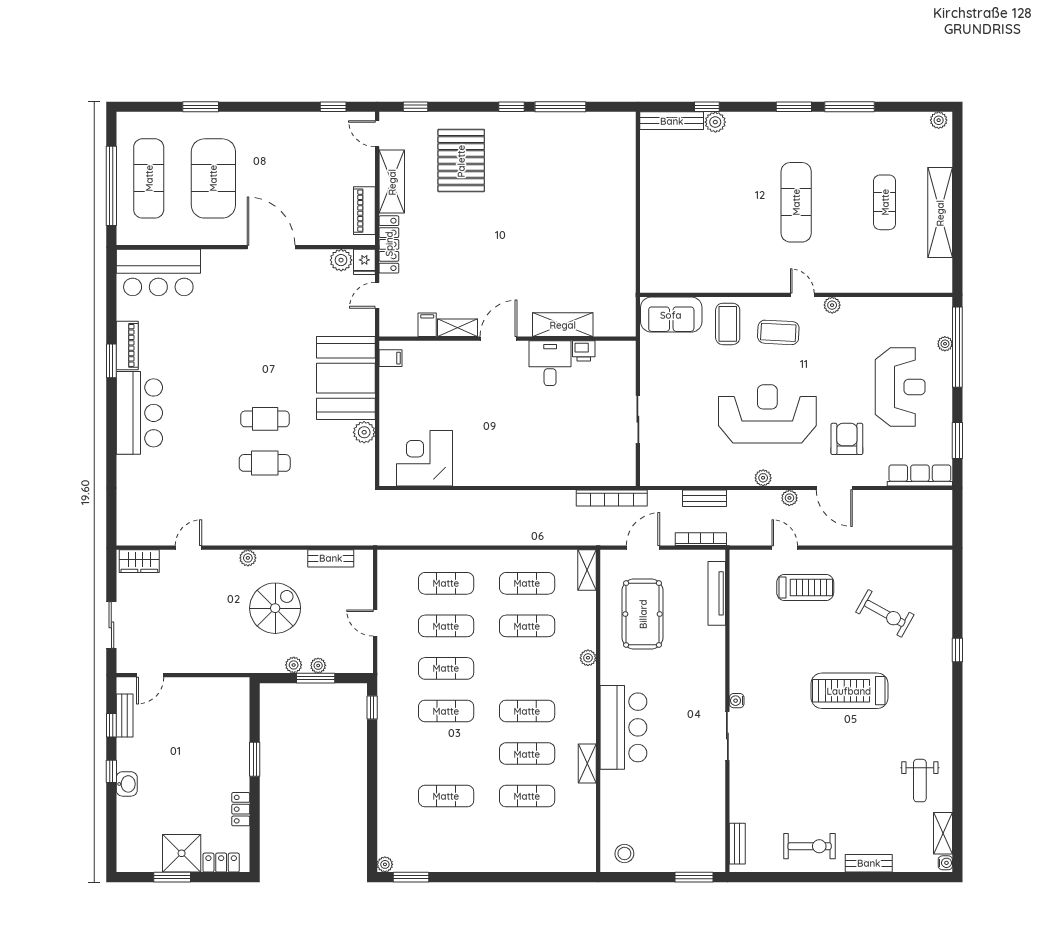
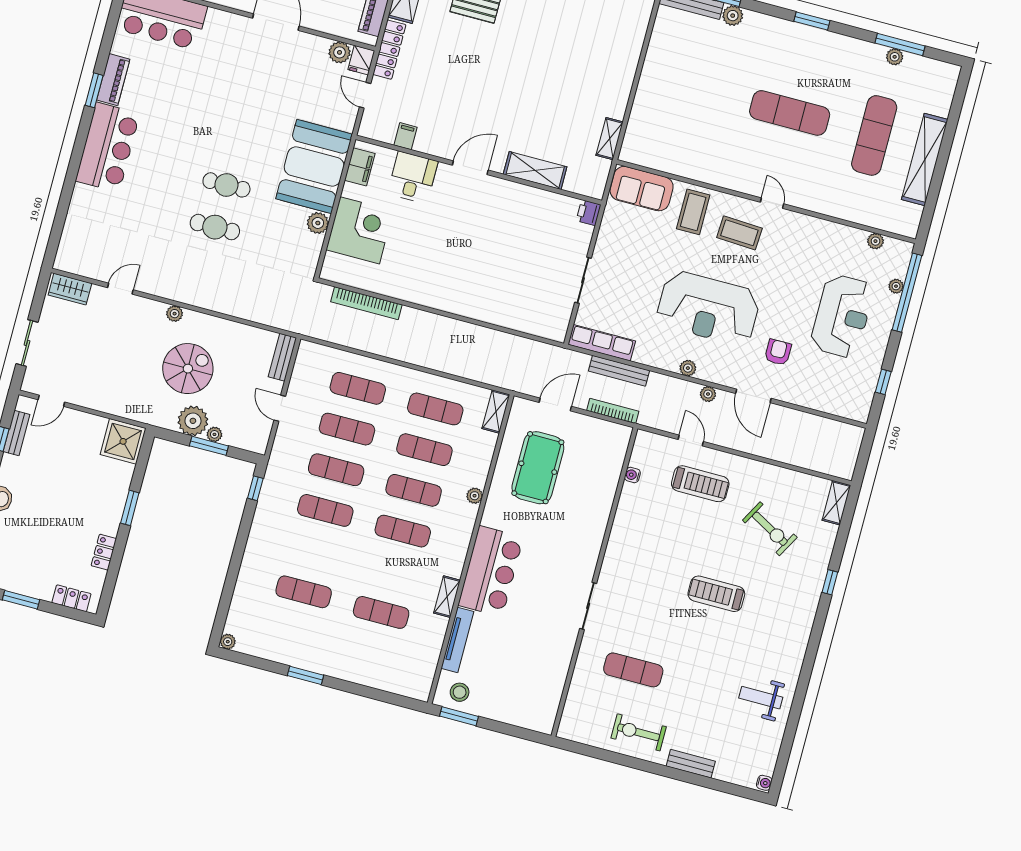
window: (850, 107) -> (900, 44), moved
plant: (939, 120) -> (895, 57), moved
exercise mat: (796, 202) -> (790, 113), turned 90
exercise mat: (885, 202) -> (874, 135), width x1.36, depth x1.45
door: (377, 295) -> (365, 95), hinge flipped
plant: (832, 305) -> (875, 241), moved
shelving: (458, 328) -> (610, 139), moved, turned 90
printer: (584, 351) -> (589, 213), moved, turned 90
filing cabinet: (391, 358) -> (360, 167), width x2.00
desk: (550, 363) -> (413, 177), moved
reception desk: (767, 414) -> (708, 308), turned 180
armchair: (847, 439) -> (778, 352), width x0.72, depth x0.72
window: (957, 441) -> (883, 382), width x0.67
corner desk: (425, 458) -> (360, 230), moved, turned 90
row of seats: (920, 475) -> (602, 343), moved
bookcase: (612, 498) -> (366, 303), moved
bench: (705, 498) -> (619, 371), width x1.36
bench: (331, 558) -> (282, 357), moved, turned 90
tv unit: (717, 593) -> (457, 640), moved, turned 180
plant: (294, 665) -> (193, 421), width x1.87, depth x1.87
treadmill: (849, 691) -> (716, 594), width x0.73, depth x0.73
water cooler: (737, 701) -> (632, 475), moved
exercise mat: (527, 754) -> (414, 490), moved
weight bench: (920, 781) -> (761, 698), turned 90
exercise mat: (788, 787) -> (633, 670), added
shelving: (943, 833) -> (836, 503), moved
bench: (737, 844) -> (570, 711), removed
exercise bike: (810, 846) -> (639, 732), turned 180
shower: (182, 853) -> (123, 441), moved
window: (411, 877) -> (305, 675), moved
window: (694, 877) -> (459, 716), moved

